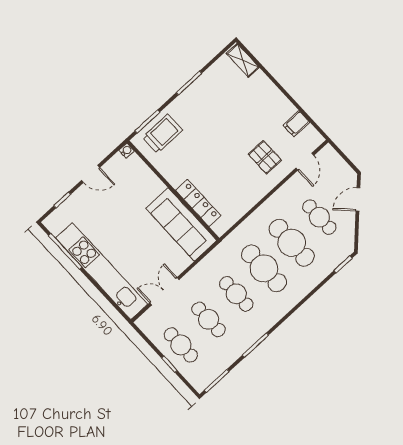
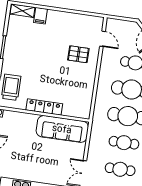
filing cabinet: (296, 124) -> (40, 16), moved
locker: (198, 203) -> (44, 107), moved

